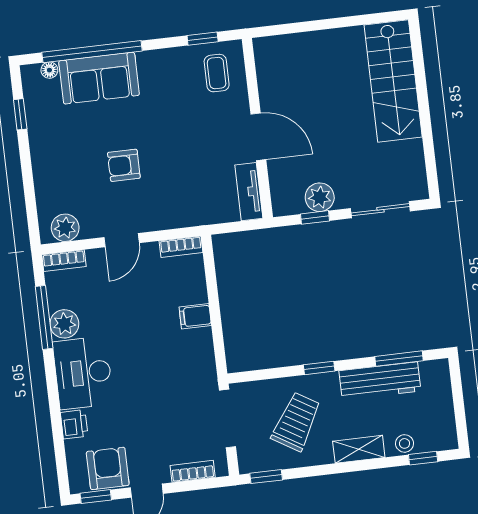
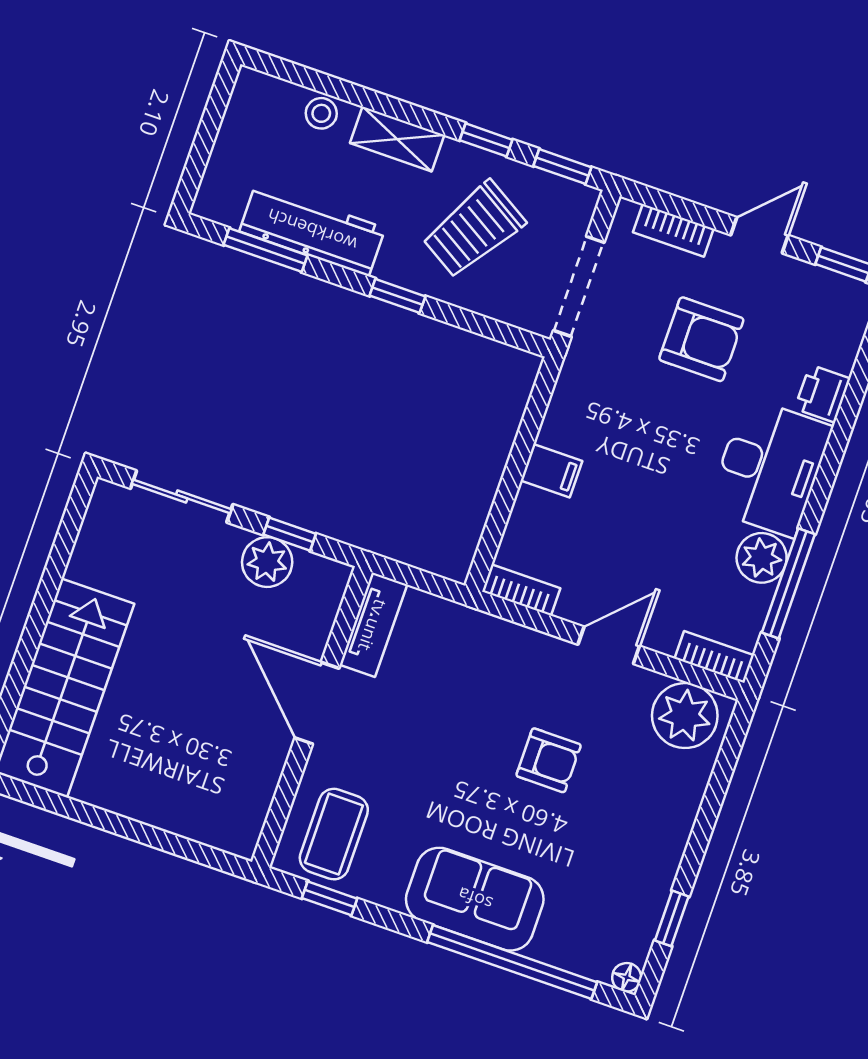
floor lamp: (49, 70) -> (627, 977), moved
coffee table: (217, 73) -> (334, 834), width x1.36, depth x1.30
sofa: (99, 78) -> (475, 899), moved
plant: (65, 228) -> (685, 716), width x1.36, depth x1.36
window: (423, 458) -> (486, 140), moved
armchair: (108, 468) -> (701, 339), moved, turned -90

